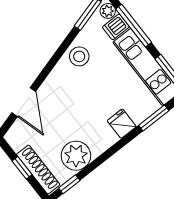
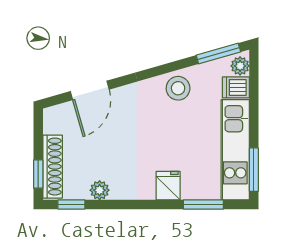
window: (134, 26) -> (254, 100), removed
plant: (76, 156) -> (100, 190), width x0.53, depth x0.53
window: (22, 168) -> (38, 174), moved

